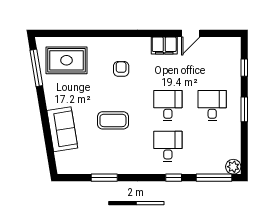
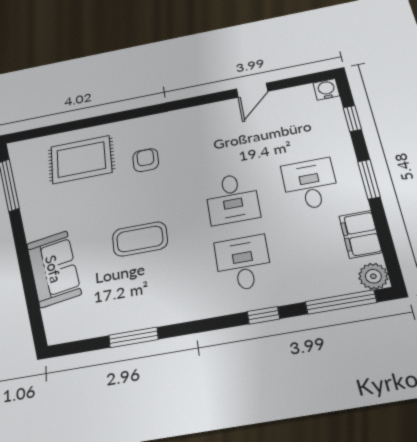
water cooler: (234, 44) -> (326, 89), added
filing cabinet: (164, 46) -> (360, 234), moved, turned 90
rug: (66, 60) -> (81, 159), moved
desk: (168, 106) -> (232, 199), turned 180

